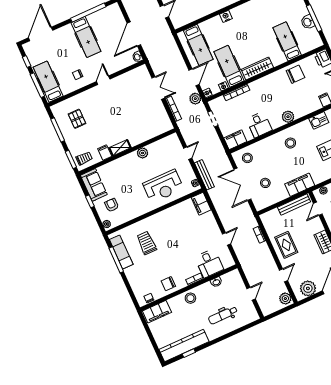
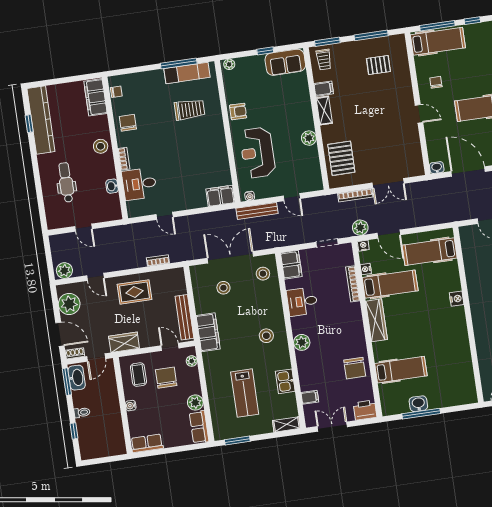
pallet: (150, 126) -> (341, 158), added
armchair: (112, 205) -> (238, 112), moved

